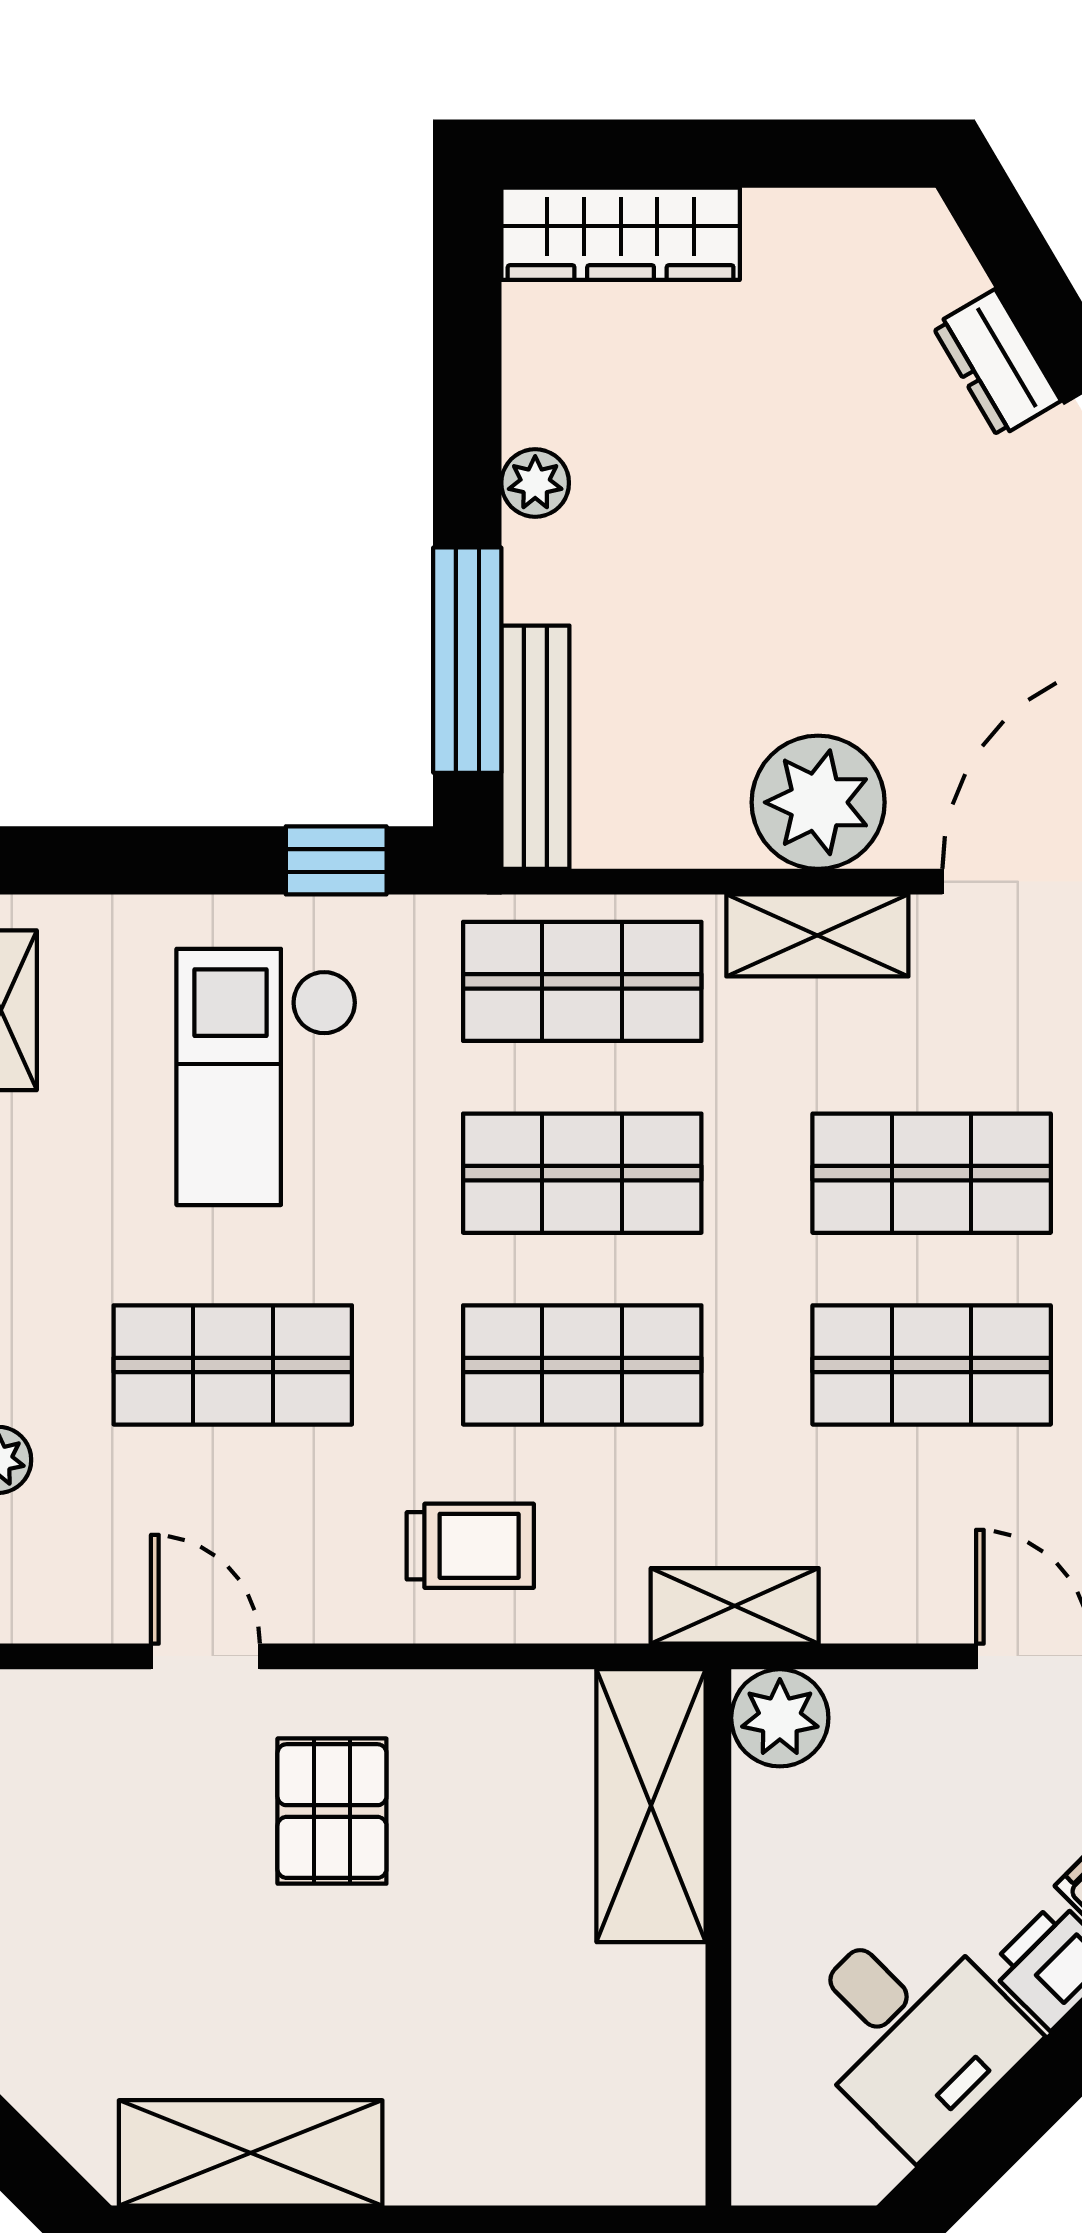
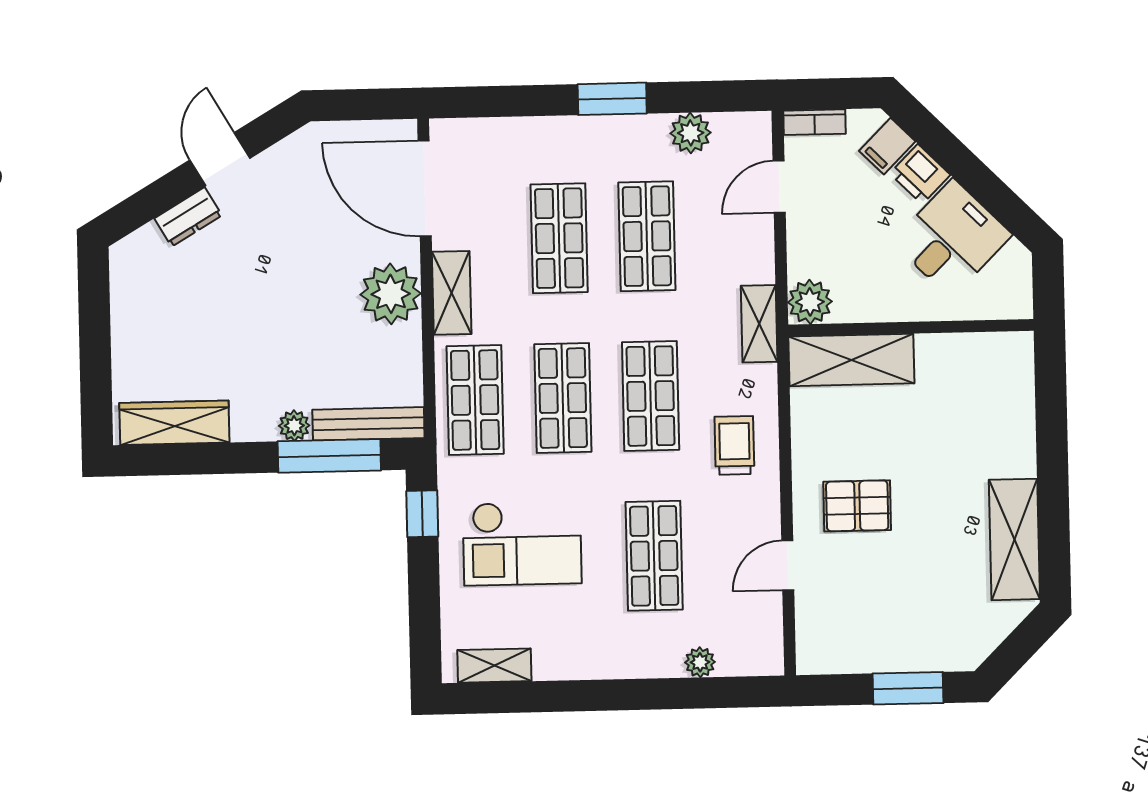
wardrobe: (621, 234) -> (174, 423), moved, turned -90
plant: (535, 483) -> (294, 426), moved

